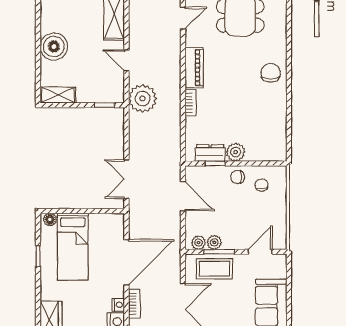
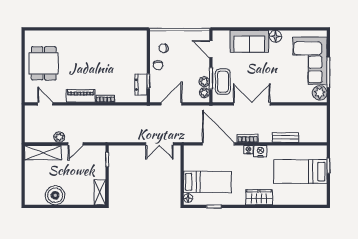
boiler: (54, 47) -> (55, 195), moved
chair: (271, 73) -> (84, 42), removed
plant: (143, 98) -> (59, 137), moved, width x0.53, depth x0.53
plant: (236, 152) -> (140, 67), removed

